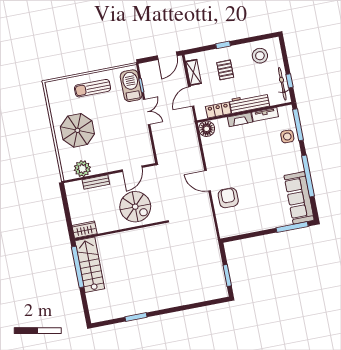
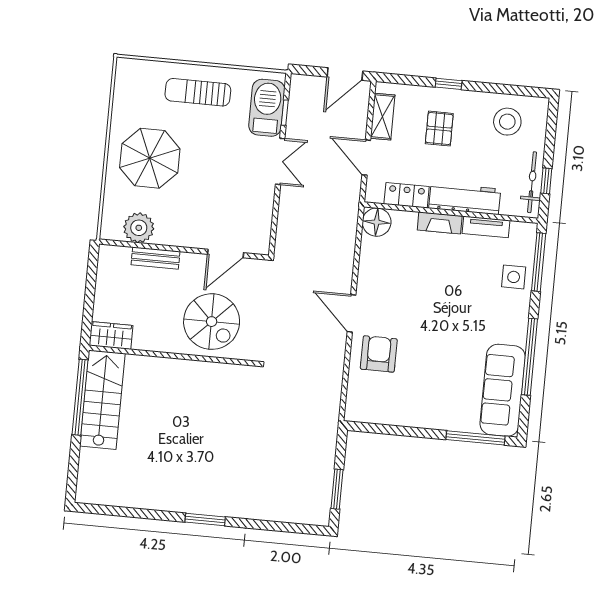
door: (191, 96) -> (366, 158), hinge flipped
window: (136, 317) -> (205, 519), moved

